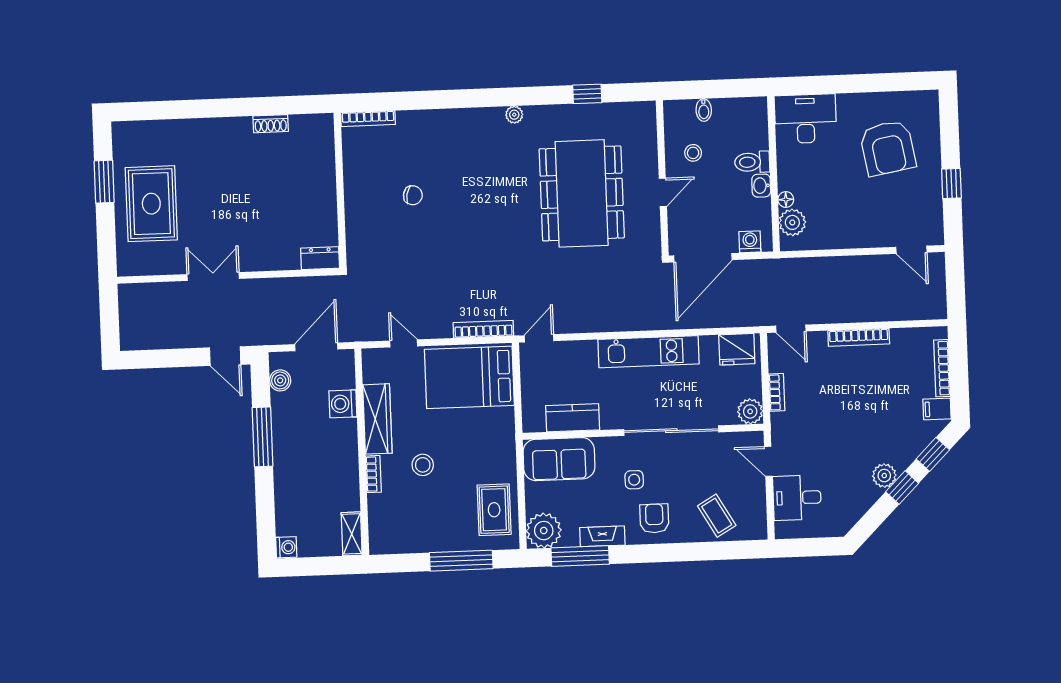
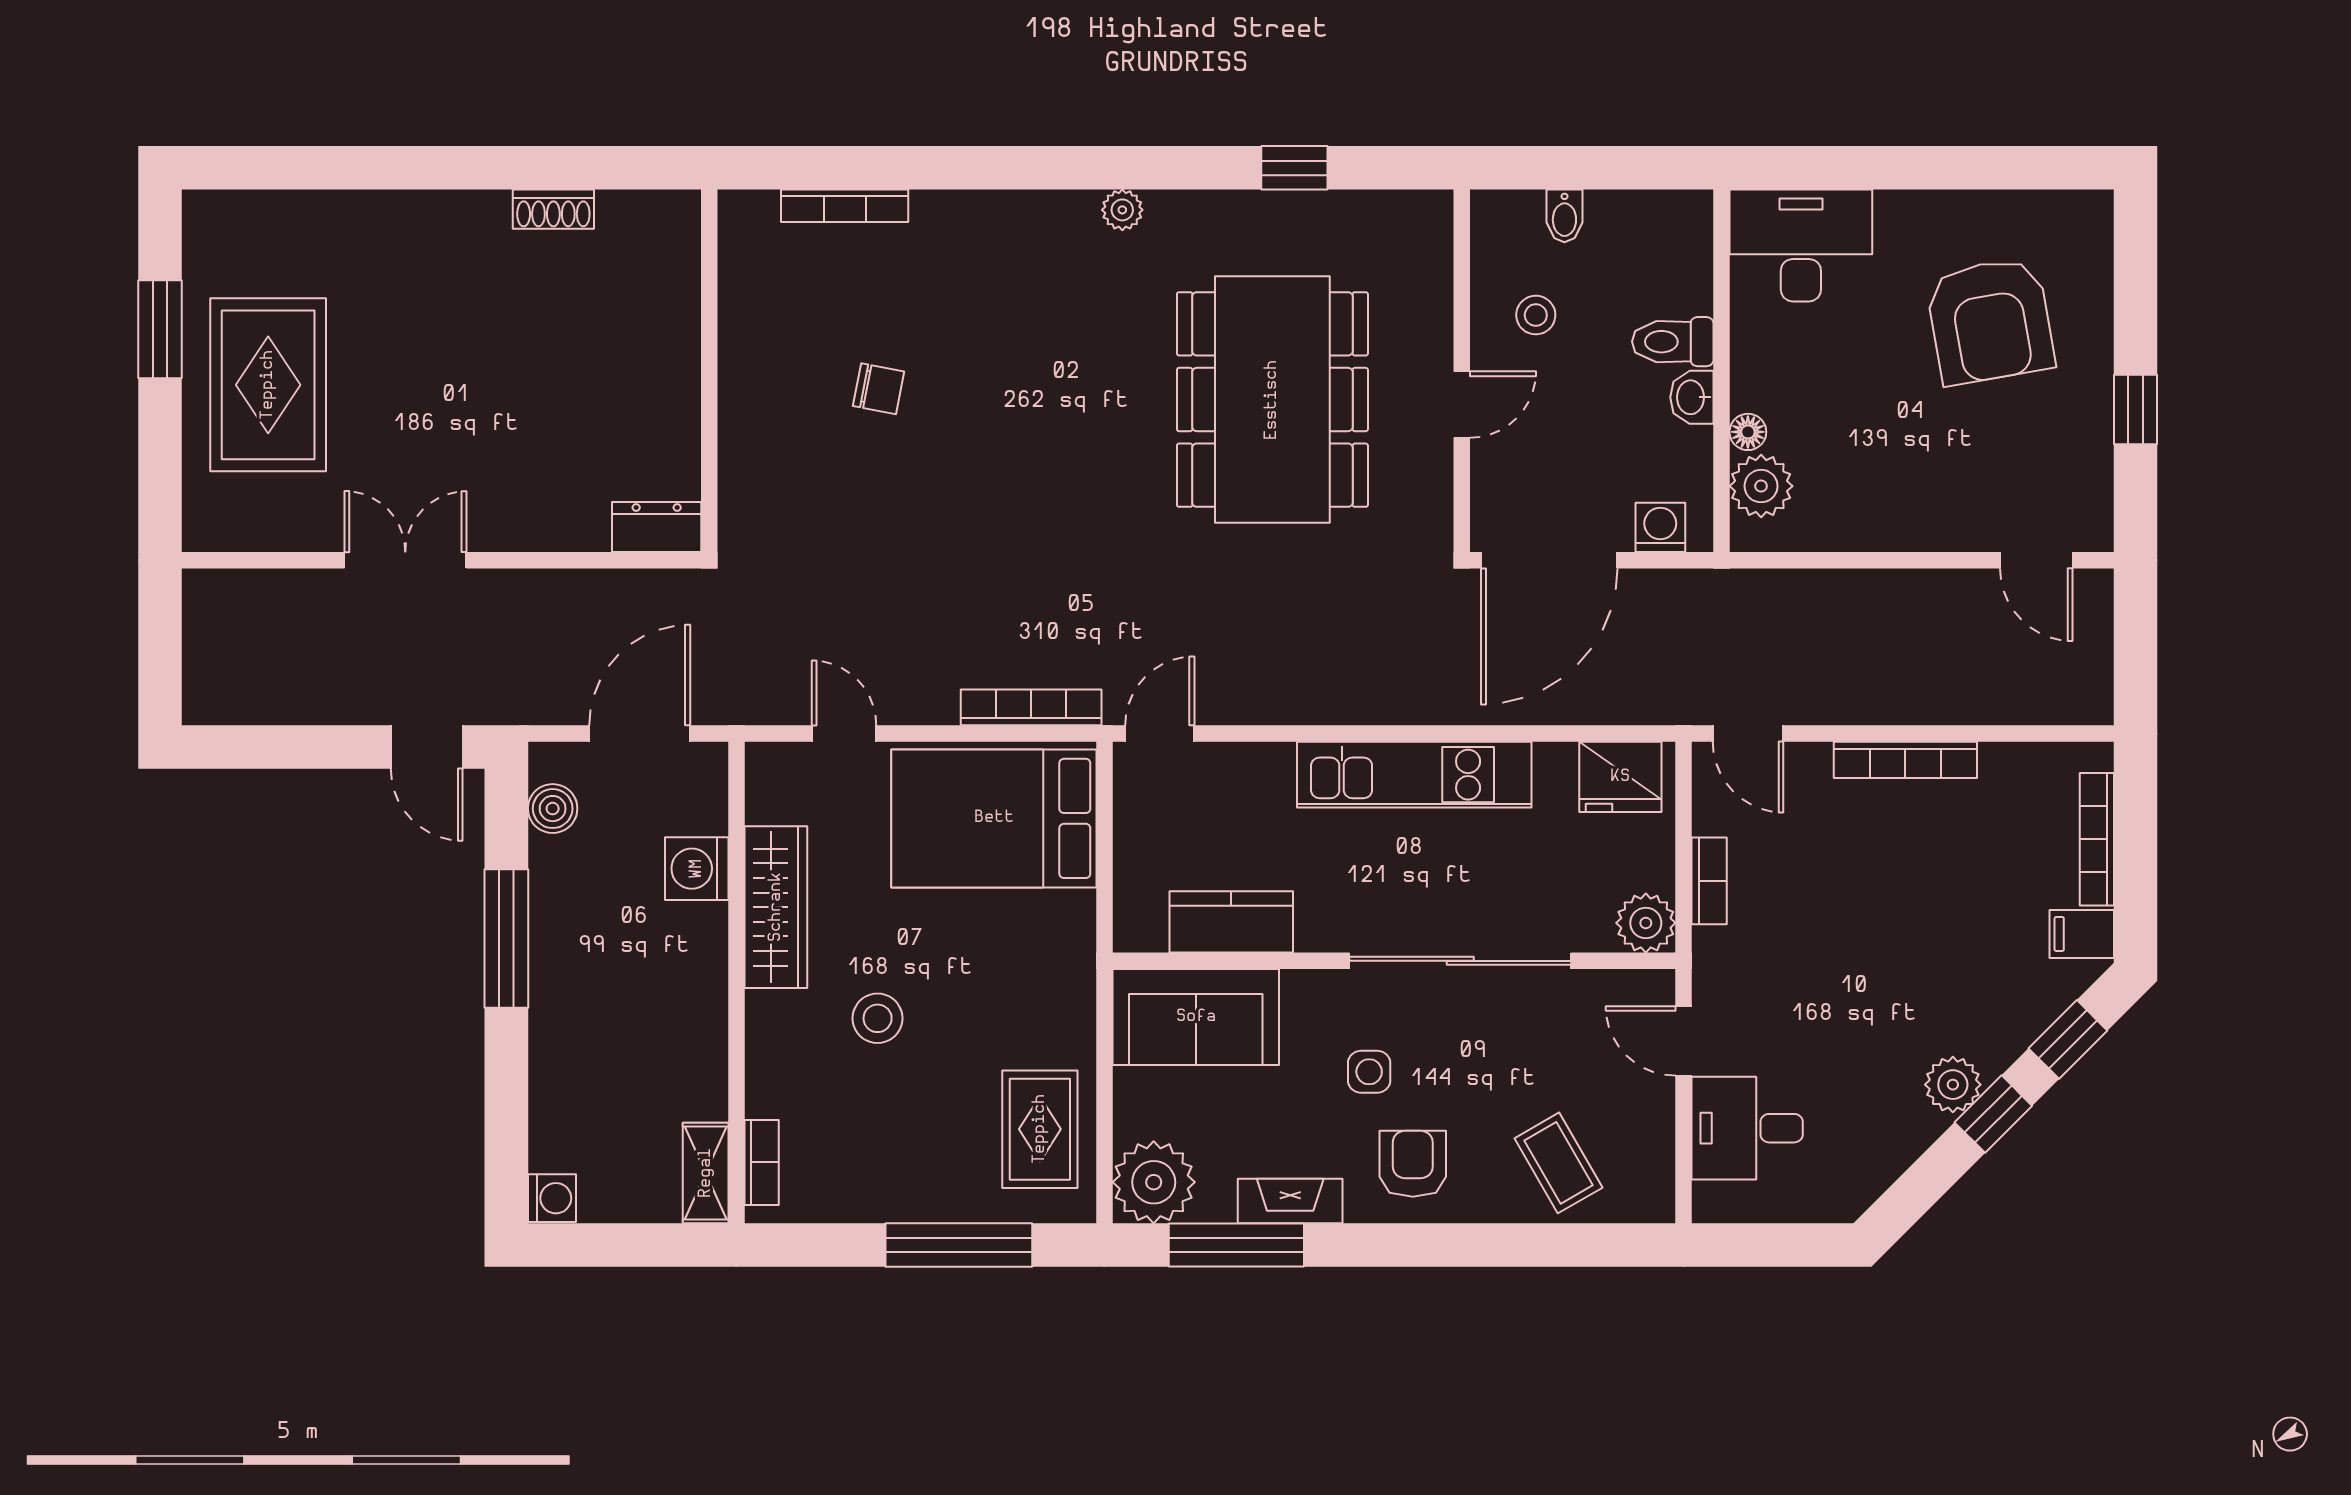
bookcase: (368, 119) -> (845, 206), moved
bookcase: (373, 474) -> (762, 1162), moved

